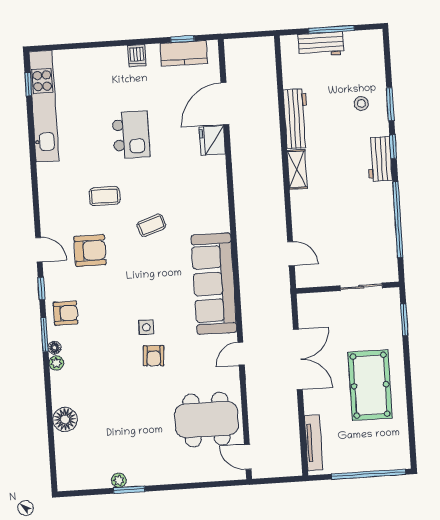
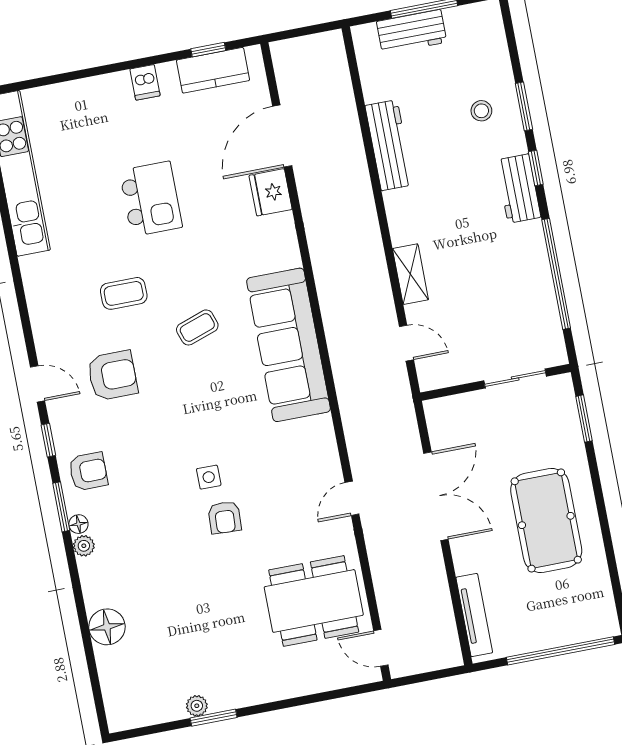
shelving: (297, 169) -> (410, 274), moved
sofa: (214, 284) -> (289, 345), moved

